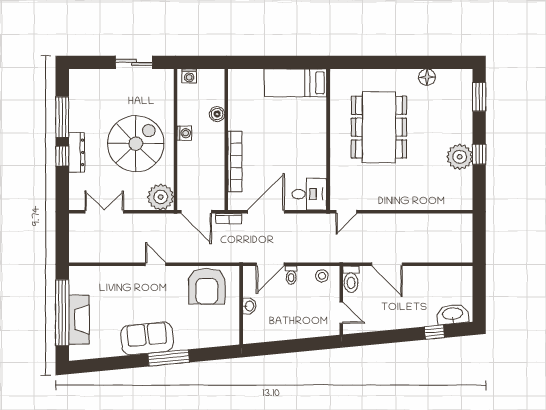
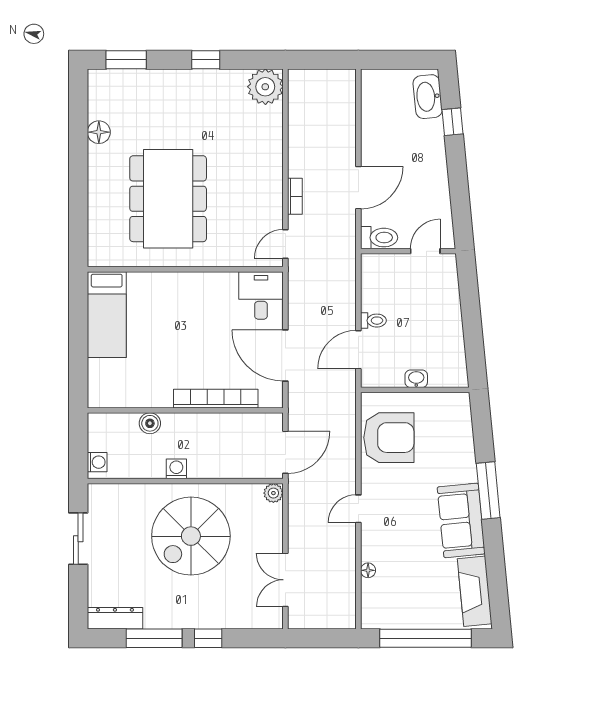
dining table: (379, 127) -> (168, 199), turned 90
spiral stairs: (136, 144) -> (191, 536), turned -90
dresser: (77, 152) -> (115, 618), moved
plant: (460, 157) -> (265, 87), moved
plant: (161, 197) -> (273, 493), width x0.53, depth x0.53
door: (346, 212) -> (285, 244), swing flipped
bookcase: (229, 219) -> (295, 196), moved
door: (270, 264) -> (358, 350), swing flipped
floor lamp: (111, 271) -> (368, 570), added
stool: (322, 276) -> (374, 278), removed
fireplace: (79, 320) -> (475, 591), moved, turned -96

